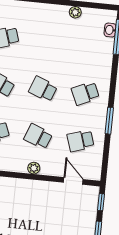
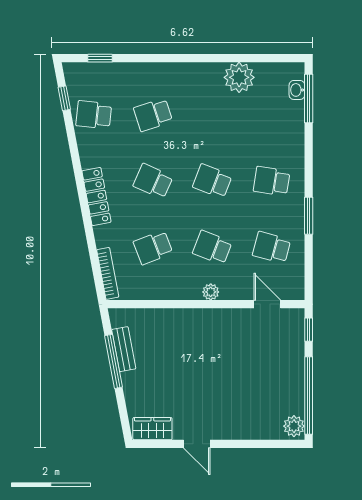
plant: (75, 12) -> (239, 77), width x1.87, depth x1.87
school desk: (85, 93) -> (272, 181), turned 33
school desk: (81, 141) -> (272, 248), turned 33

